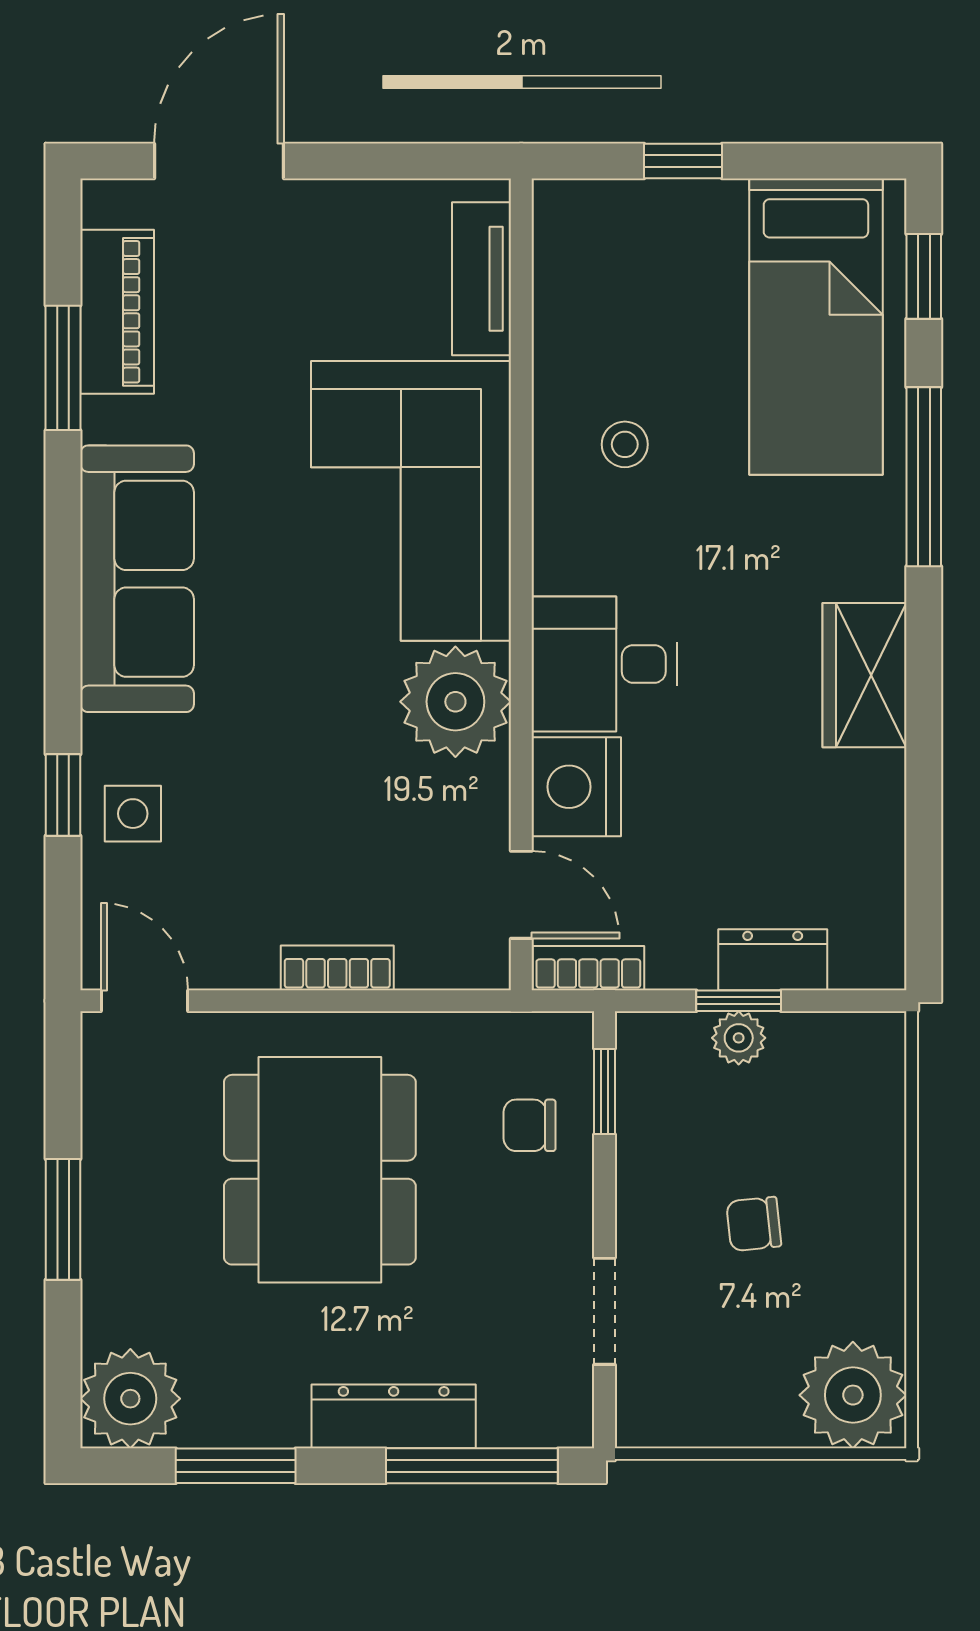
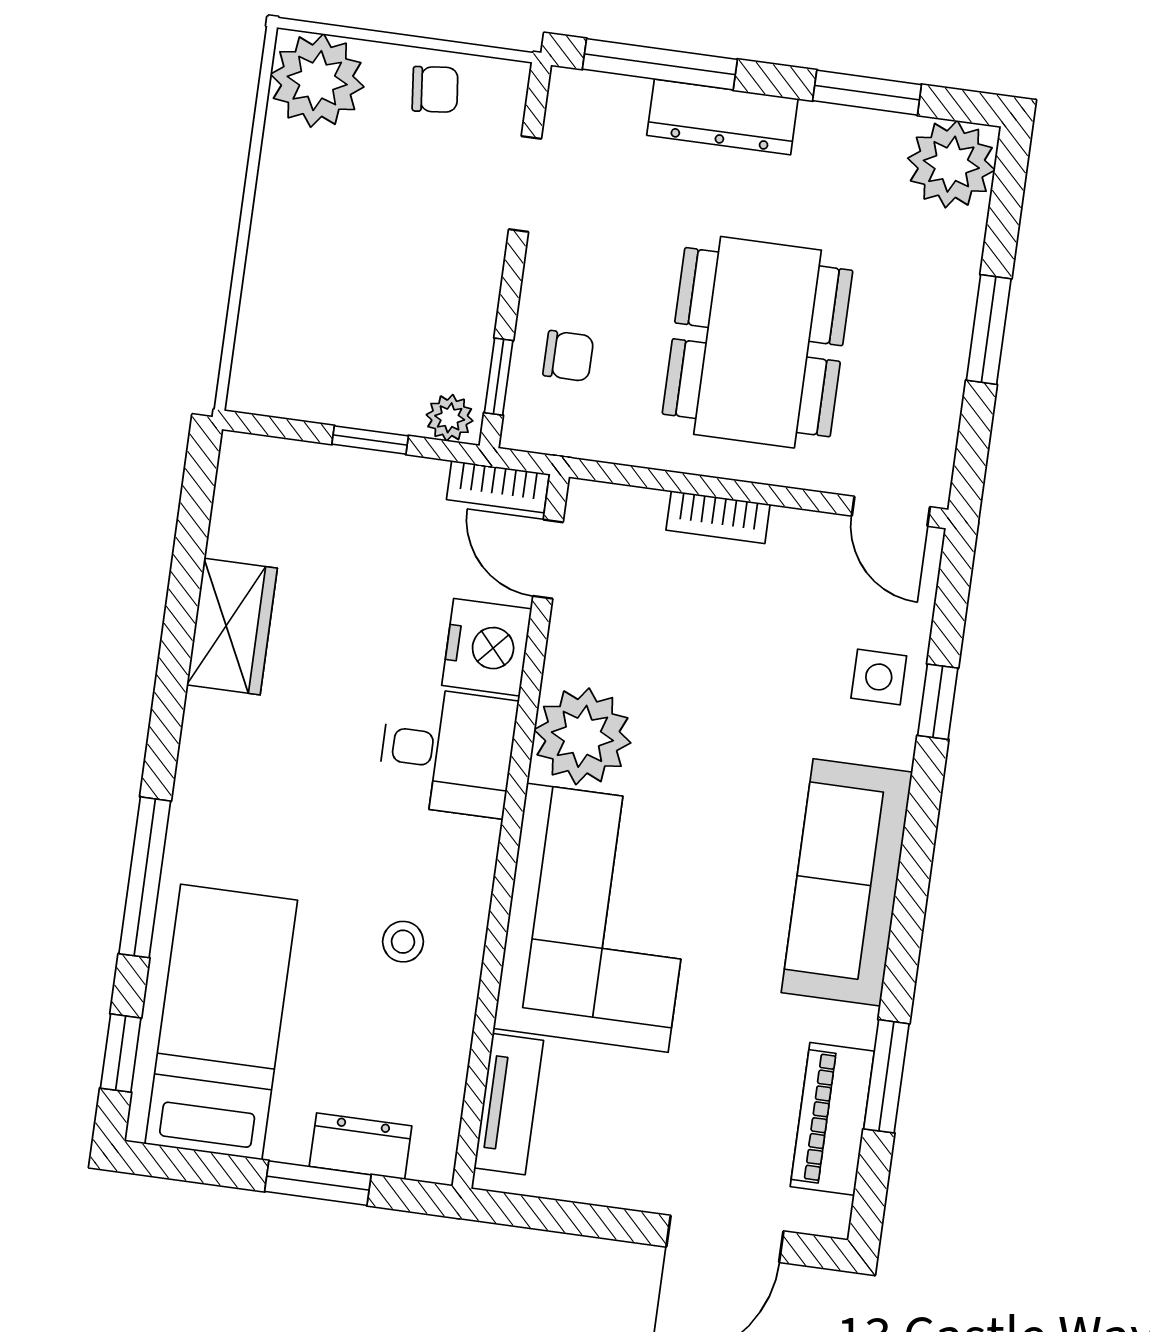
window: (683, 161) -> (318, 1183), width x1.50
wardrobe: (864, 675) -> (232, 627), moved
dresser: (773, 960) -> (361, 1146), moved, turned 180
plant: (739, 1038) -> (450, 418), moved
chair: (754, 1224) -> (435, 89), moved

